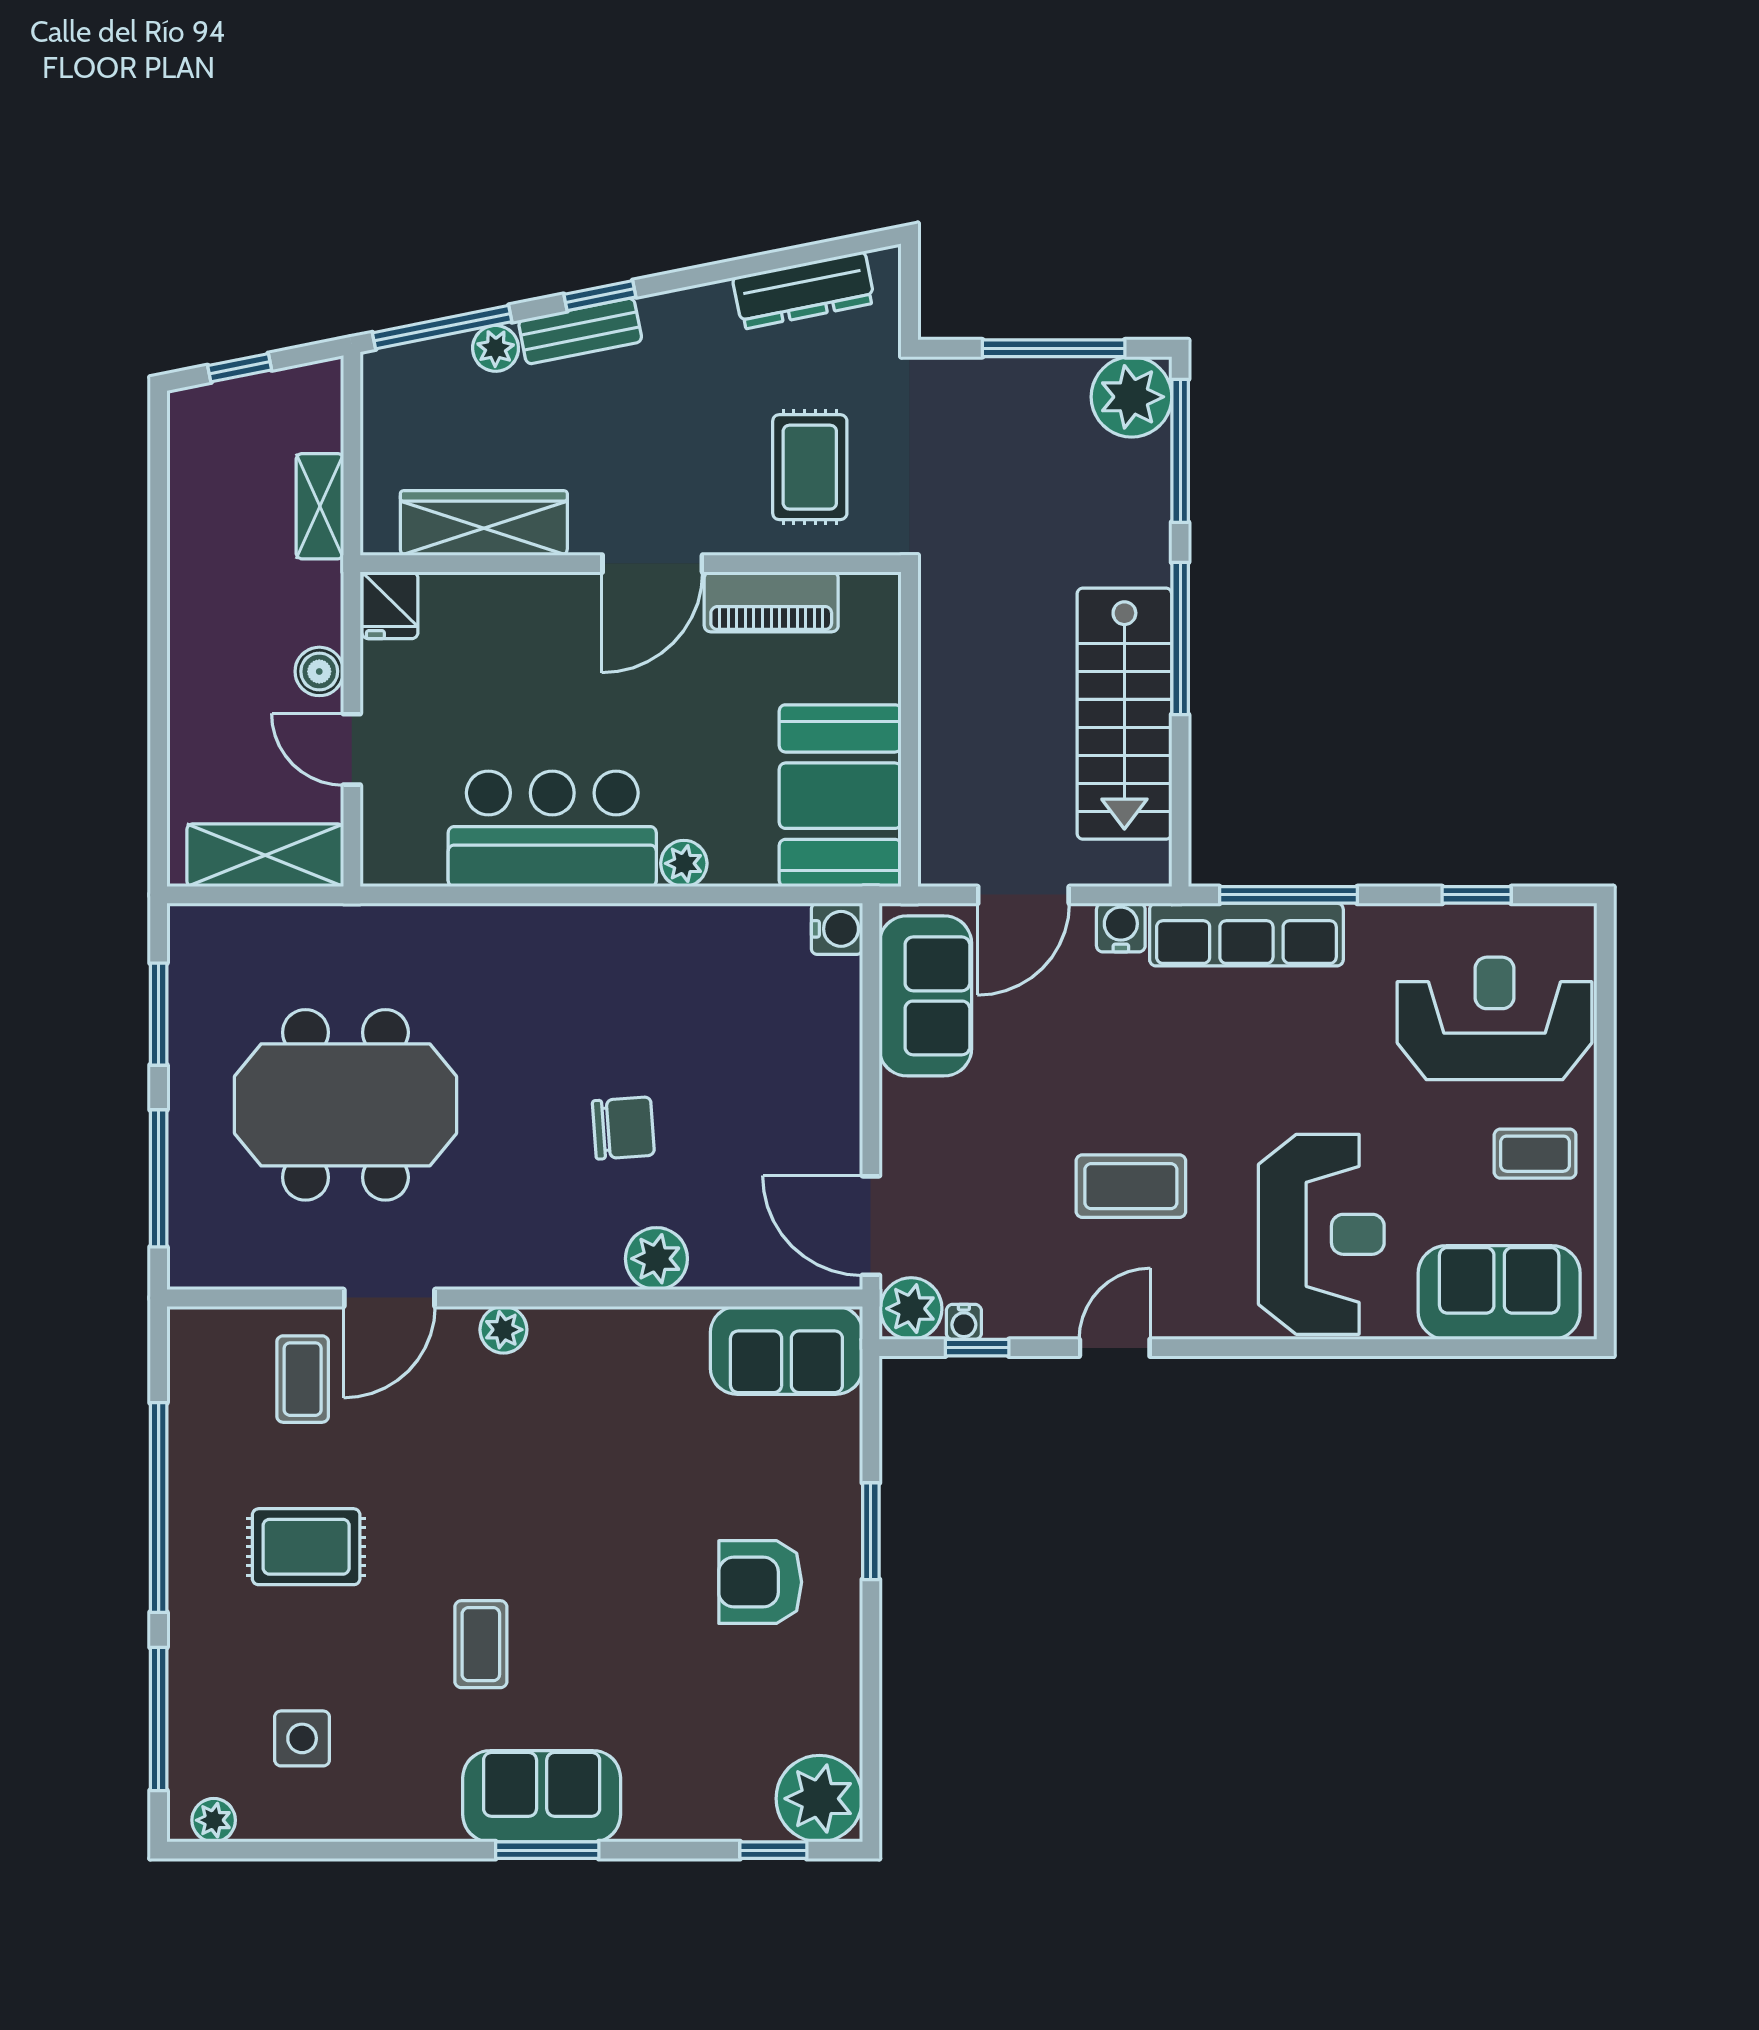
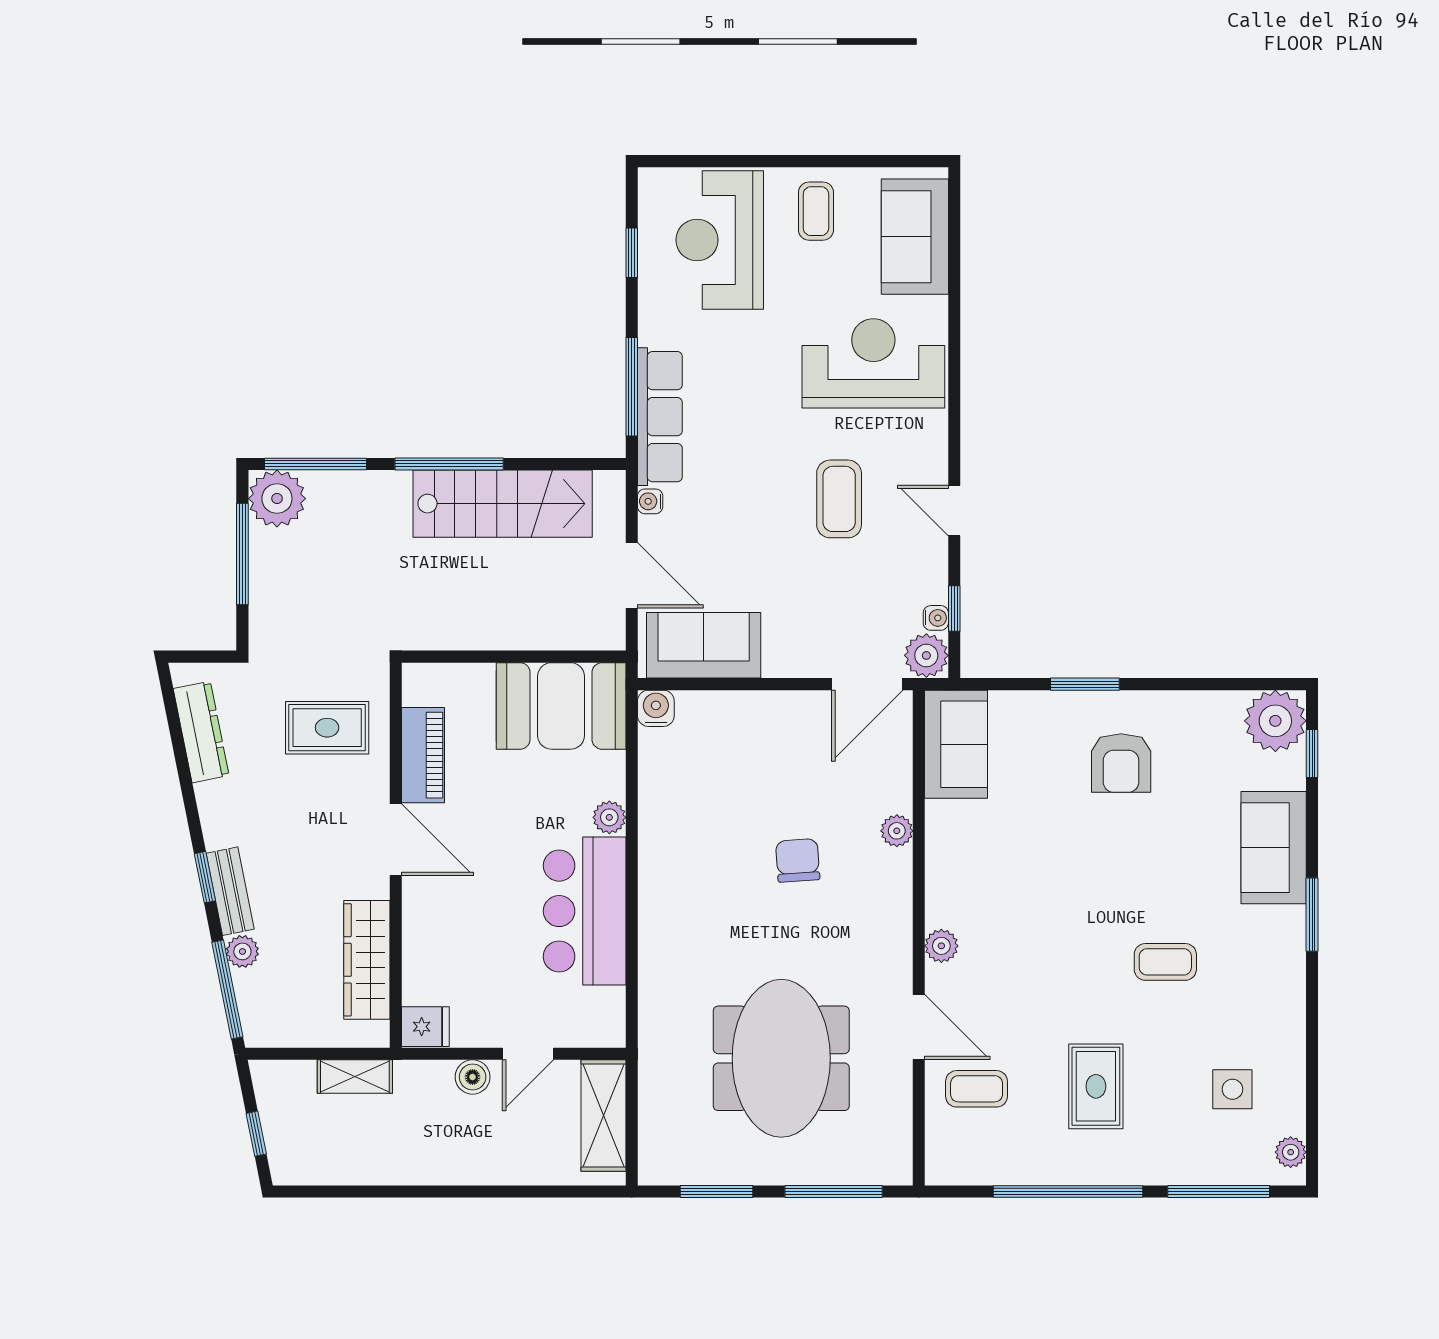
water cooler: (1121, 928) -> (650, 501), width x0.72, depth x0.72
plant: (656, 1259) -> (897, 831), width x0.73, depth x0.73
sofa: (542, 1796) -> (1274, 848), moved

